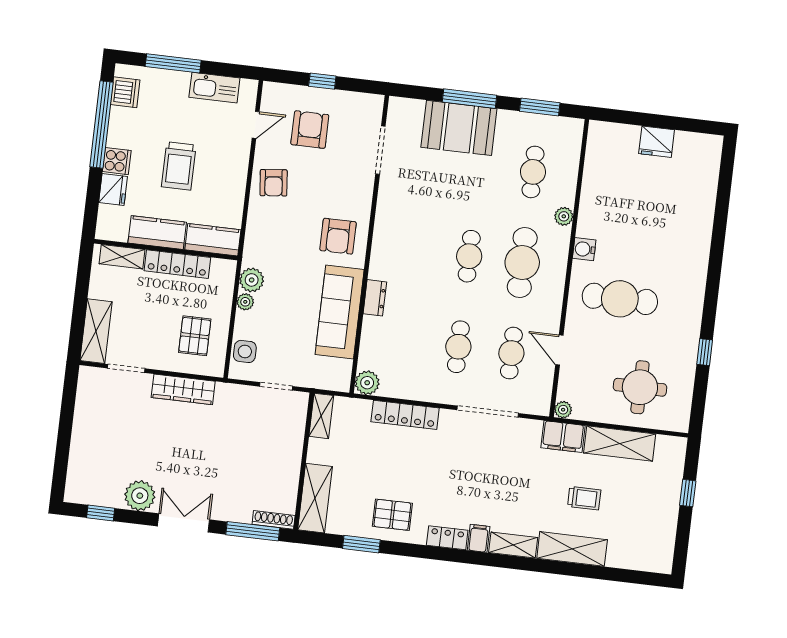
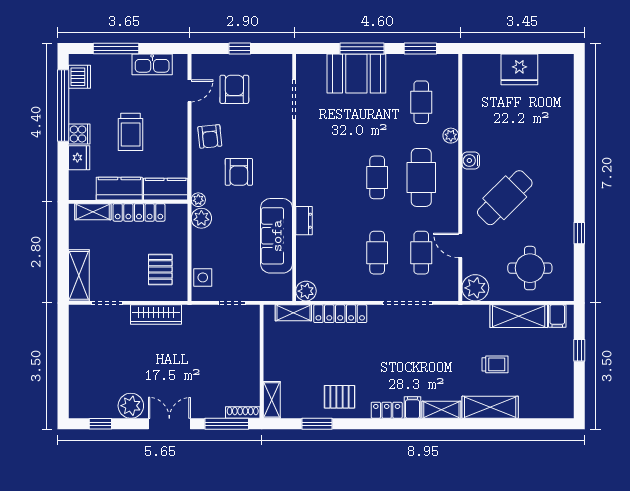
fridge: (657, 142) -> (519, 69), width x1.36, depth x1.34
armchair: (338, 236) -> (239, 172), moved
cafe table: (620, 299) -> (505, 198), turned -45
plant: (245, 302) -> (198, 200), moved
plant: (563, 410) -> (475, 288), width x1.88, depth x1.88
shelving: (321, 416) -> (293, 313), moved, turned 90
filing cabinet: (563, 437) -> (557, 316), moved, width x0.50
shelving: (315, 498) -> (272, 400), width x0.67, depth x0.75

